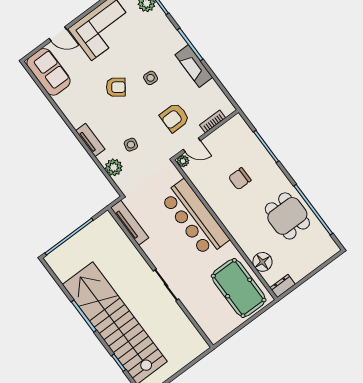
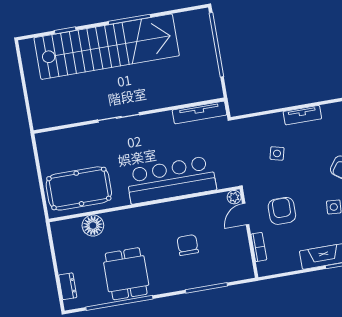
plant: (114, 167) -> (263, 125), removed
dining table: (287, 216) -> (126, 274), turned 90
dresser: (283, 286) -> (68, 286), moved

